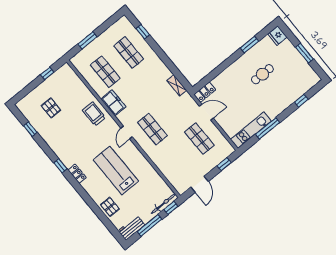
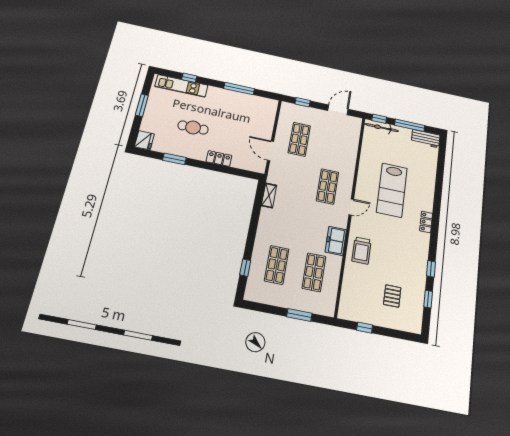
locker: (205, 92) -> (219, 159), moved
kitchen unit: (251, 130) -> (181, 86), moved
window: (60, 166) -> (431, 269), moved
pallet: (110, 207) -> (426, 170), removed

